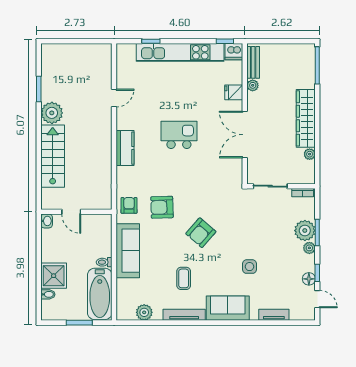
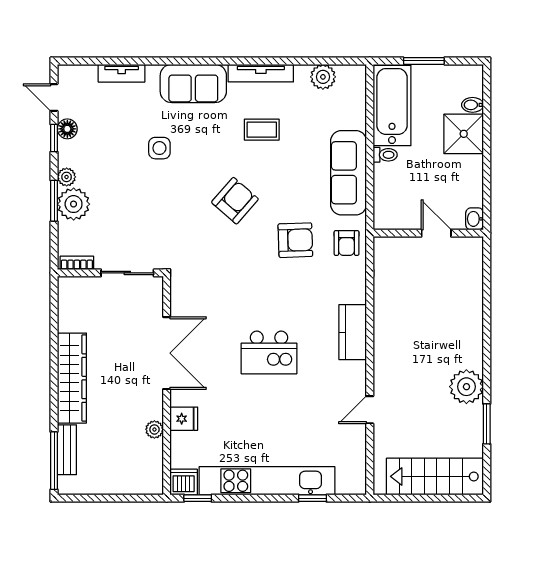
bench: (253, 62) -> (67, 450), moved
plant: (310, 154) -> (66, 323), removed
stairs: (53, 156) -> (435, 476), moved, turned 90
coffee table: (184, 278) -> (262, 130), turned 90

